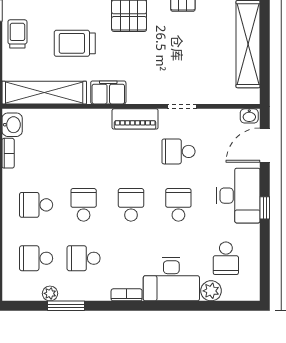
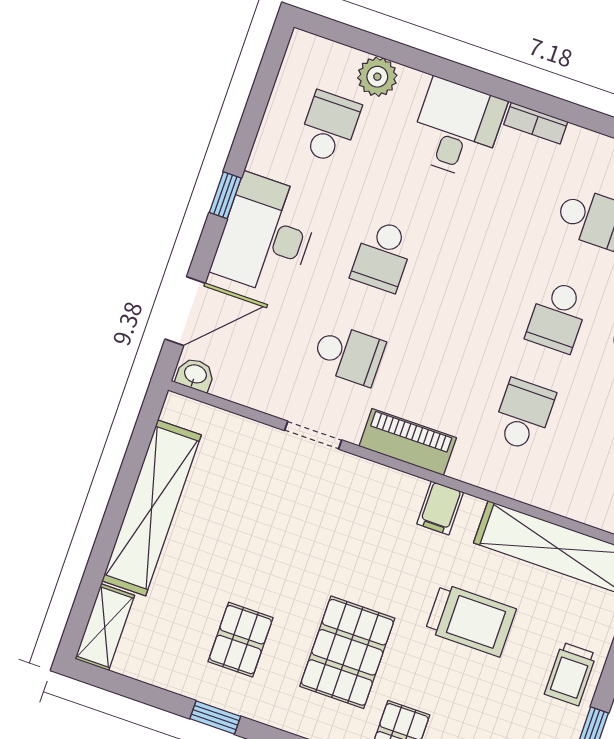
filing cabinet: (108, 92) -> (440, 508), width x0.50
school desk: (131, 205) -> (523, 415), moved, turned 180
desk: (171, 279) -> (457, 129), width x0.73

